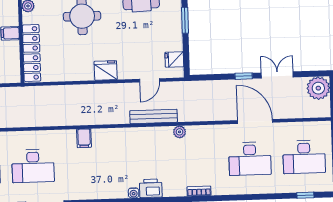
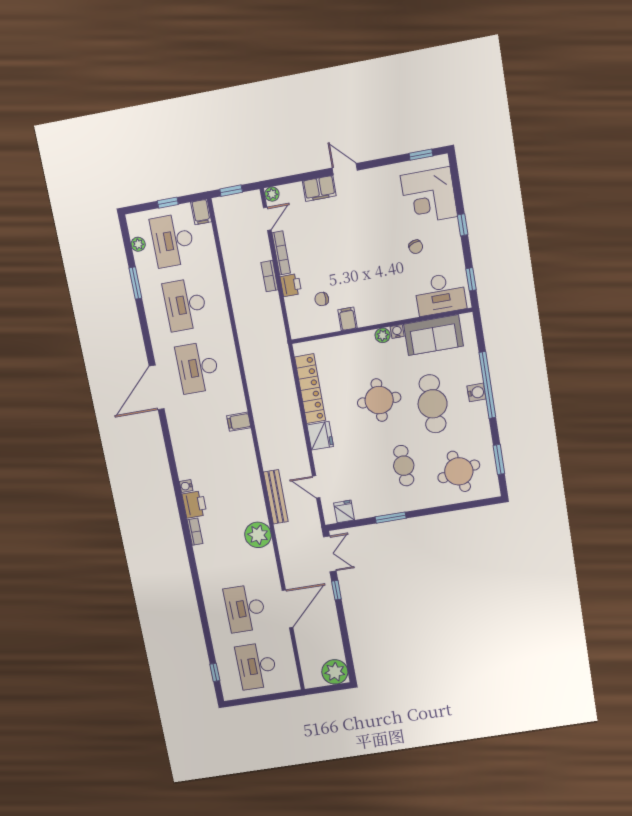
locker: (32, 53) -> (310, 389), moved, turned -90
double door: (277, 75) -> (330, 554), moved
plant: (180, 132) -> (258, 535), width x1.87, depth x1.87
bookcase: (199, 191) -> (195, 532), moved

